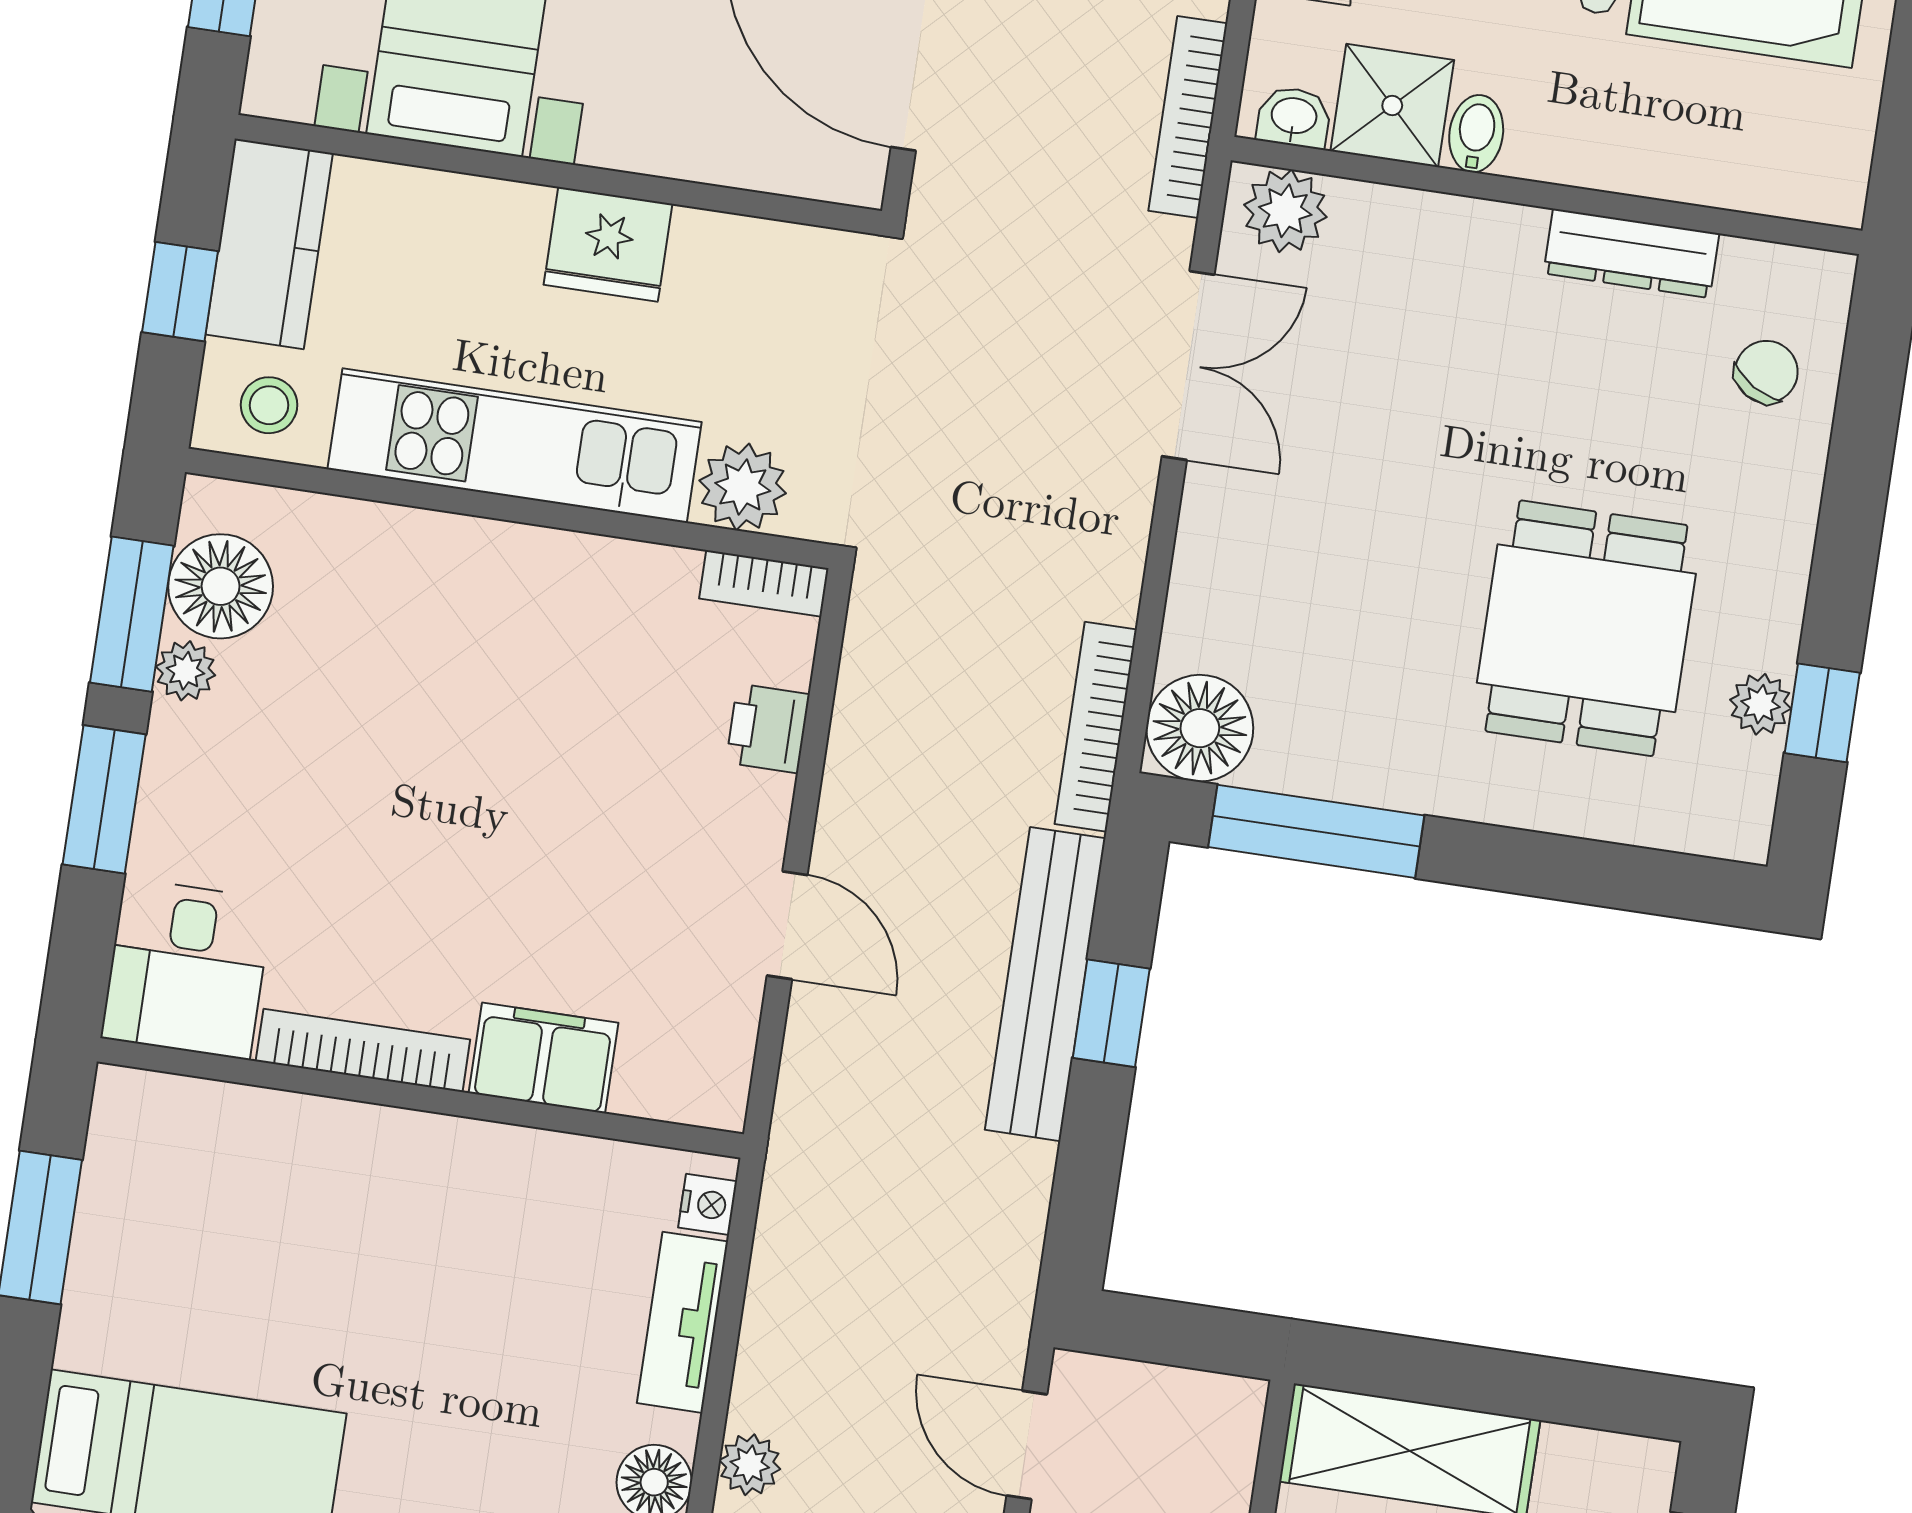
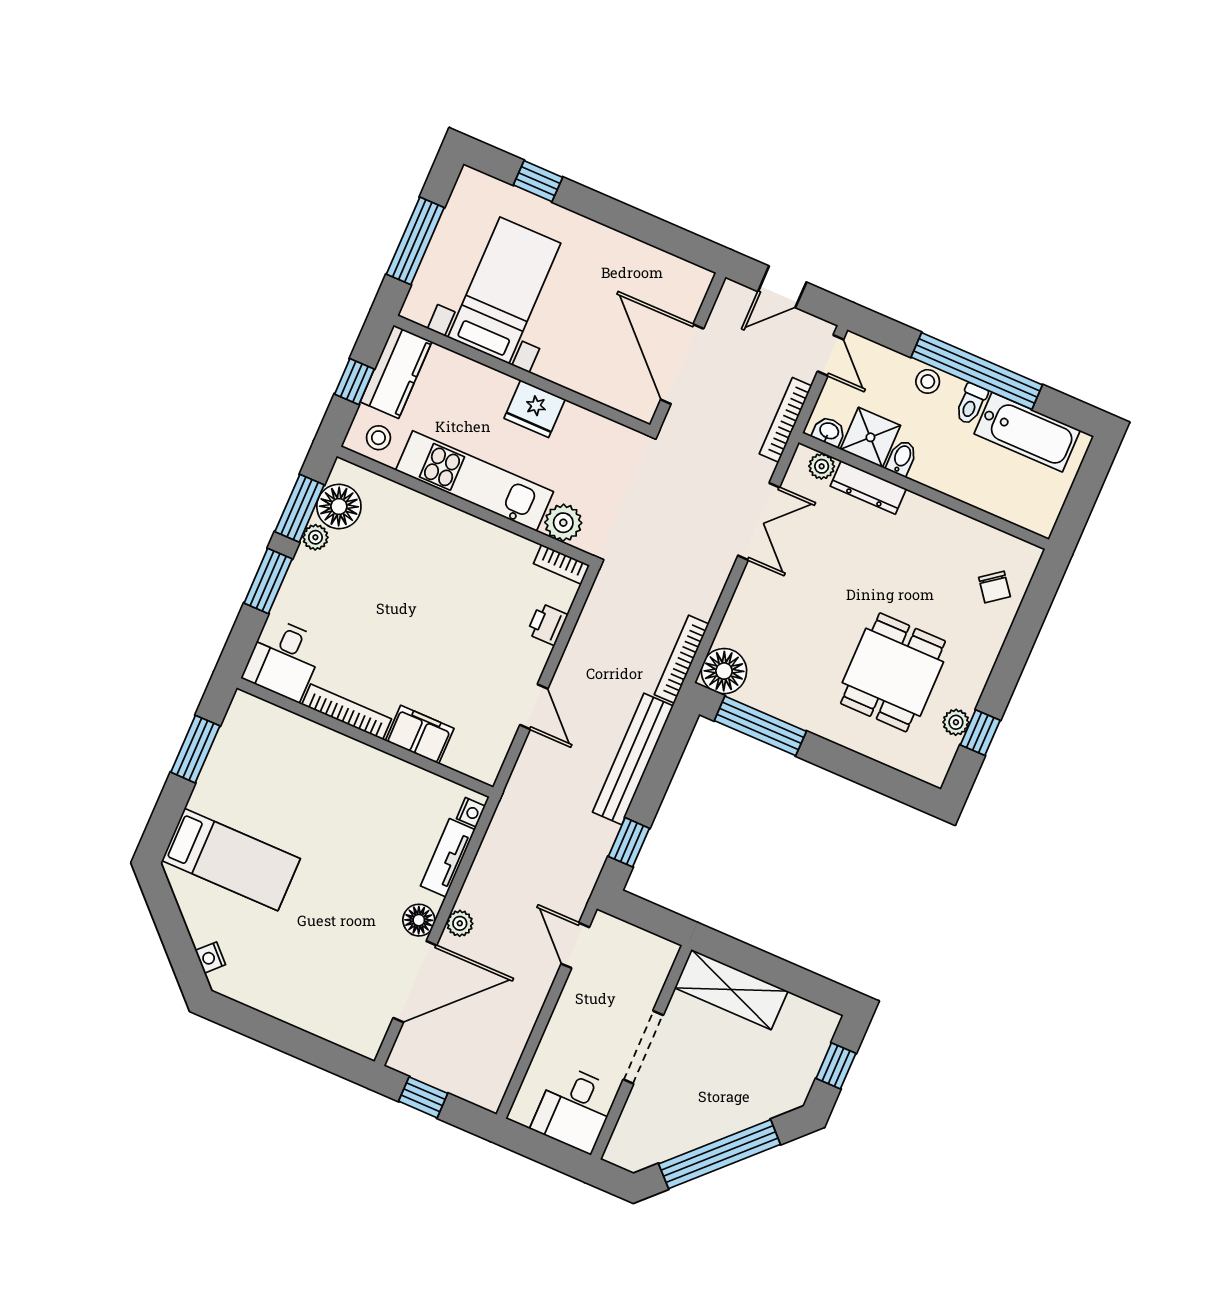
plant: (1285, 211) -> (822, 466), width x0.73, depth x0.73
dresser: (1631, 253) -> (868, 487), moved
chair: (1766, 372) -> (994, 587), turned 112
window: (1111, 1013) -> (629, 842), moved

